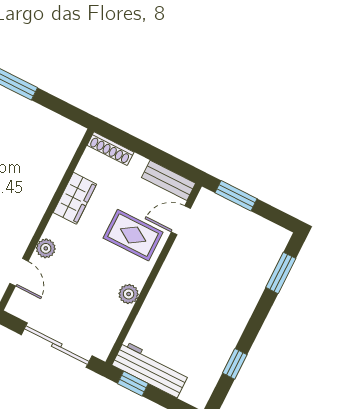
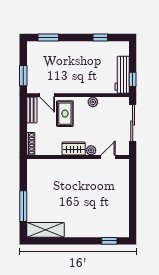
wardrobe: (75, 198) -> (74, 149), moved

